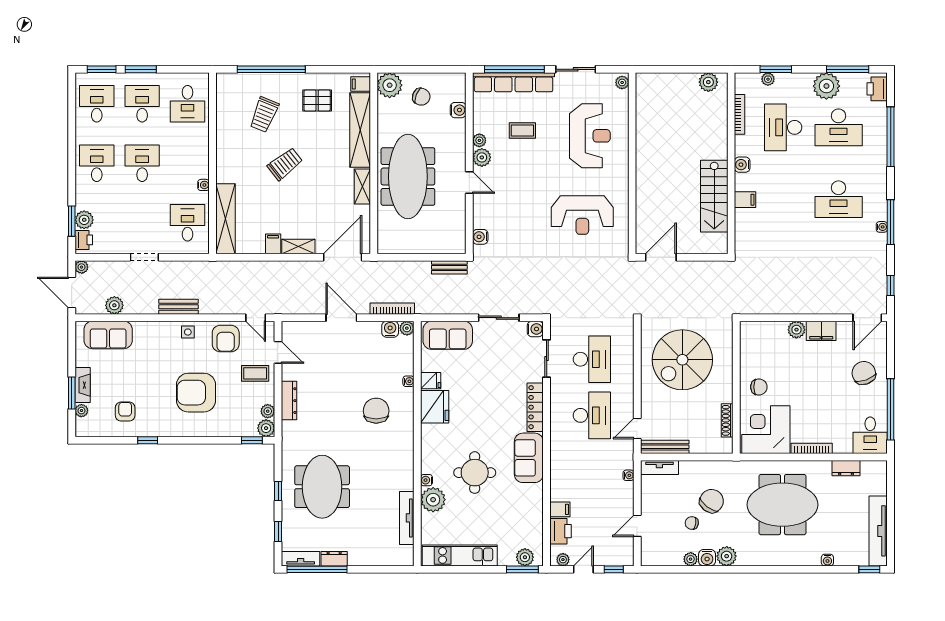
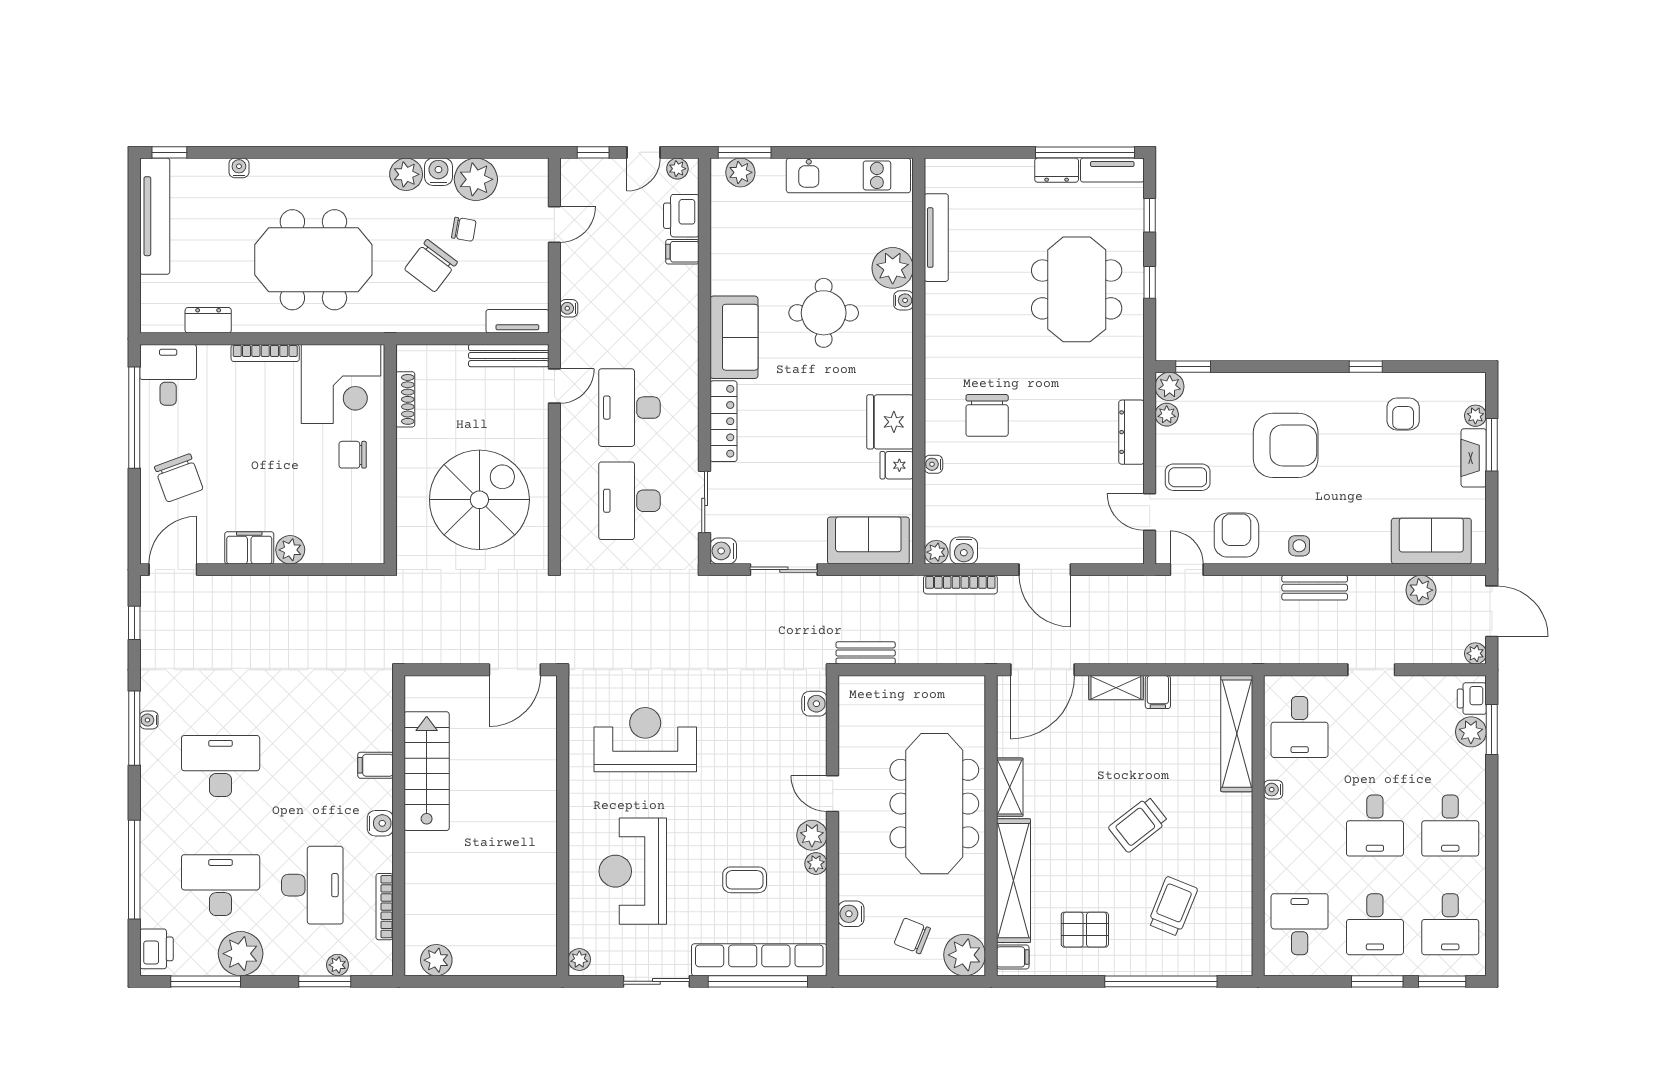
plant: (691, 559) -> (476, 179), width x1.88, depth x1.88

